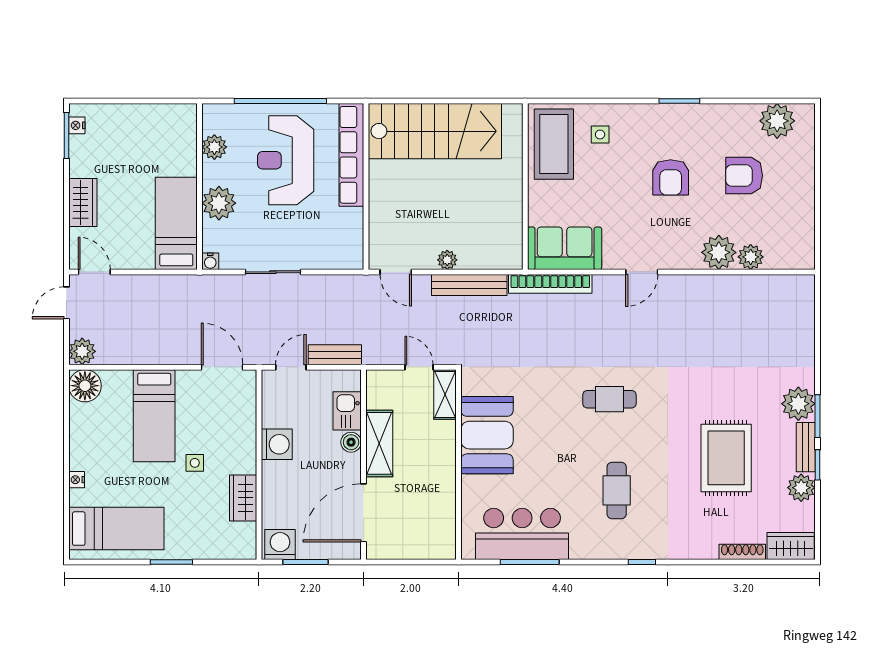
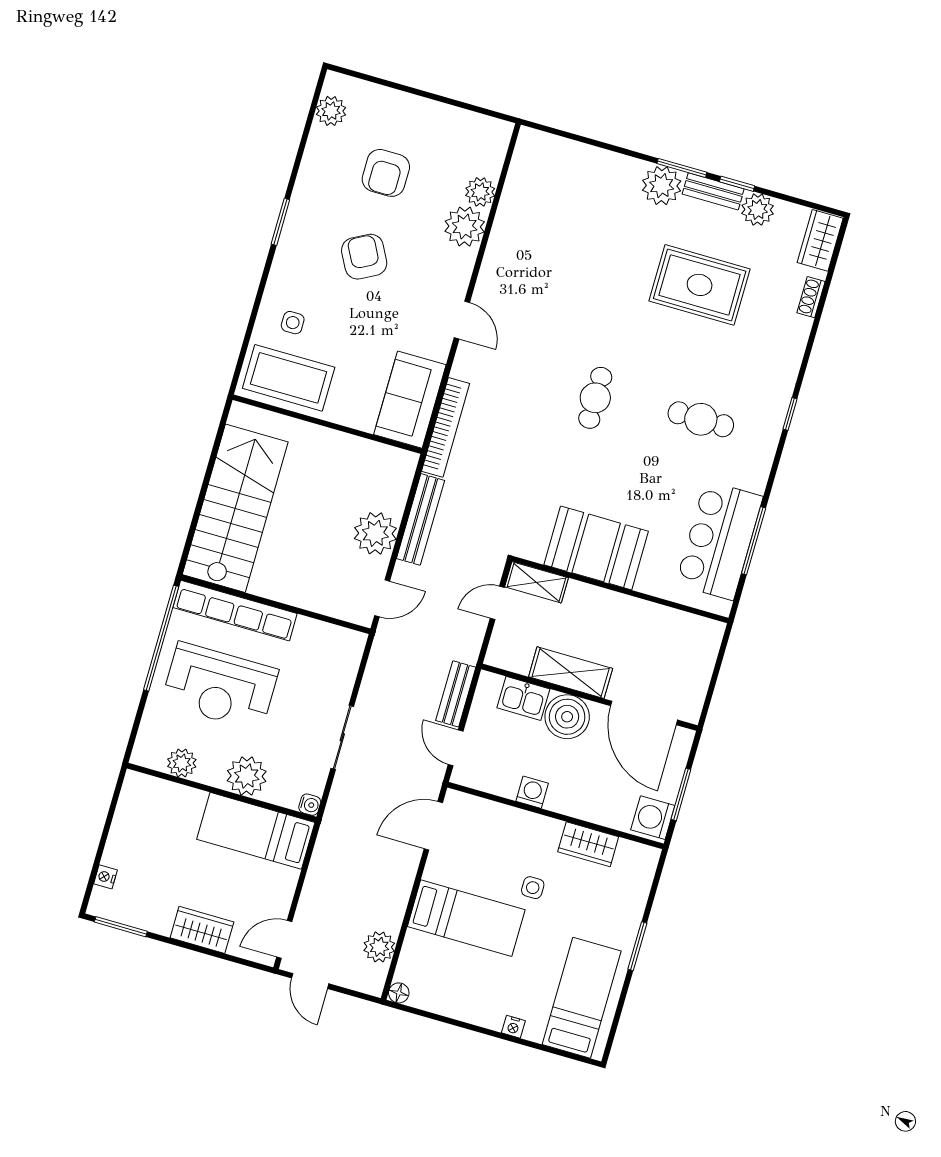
window: (280, 101) -> (161, 638), moved
plant: (777, 121) -> (331, 111), width x0.73, depth x0.73
nightstand: (77, 125) -> (105, 877), moved, turned 90
armchair: (671, 177) -> (364, 257), turned -118
plant: (447, 260) -> (375, 533), width x1.88, depth x1.88
plant: (82, 351) -> (379, 947), moved
floor lamp: (85, 386) -> (399, 993), width x0.53, depth x0.53
boiler: (351, 442) -> (567, 717), width x1.86, depth x1.86
washing machine: (277, 444) -> (532, 792), width x0.73, depth x0.73
shoe rack: (742, 552) -> (811, 297), width x0.70

